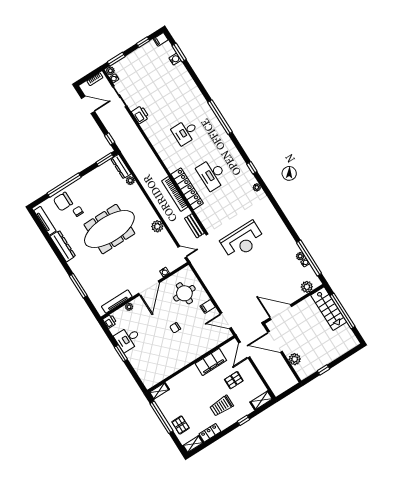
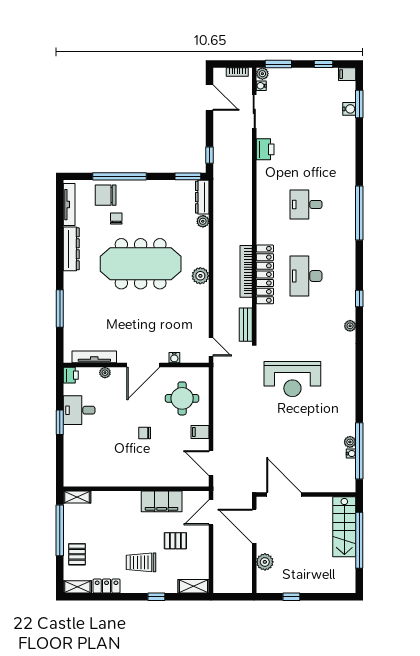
plant: (157, 226) -> (200, 276), moved
plant: (307, 287) -> (335, 484), removed

